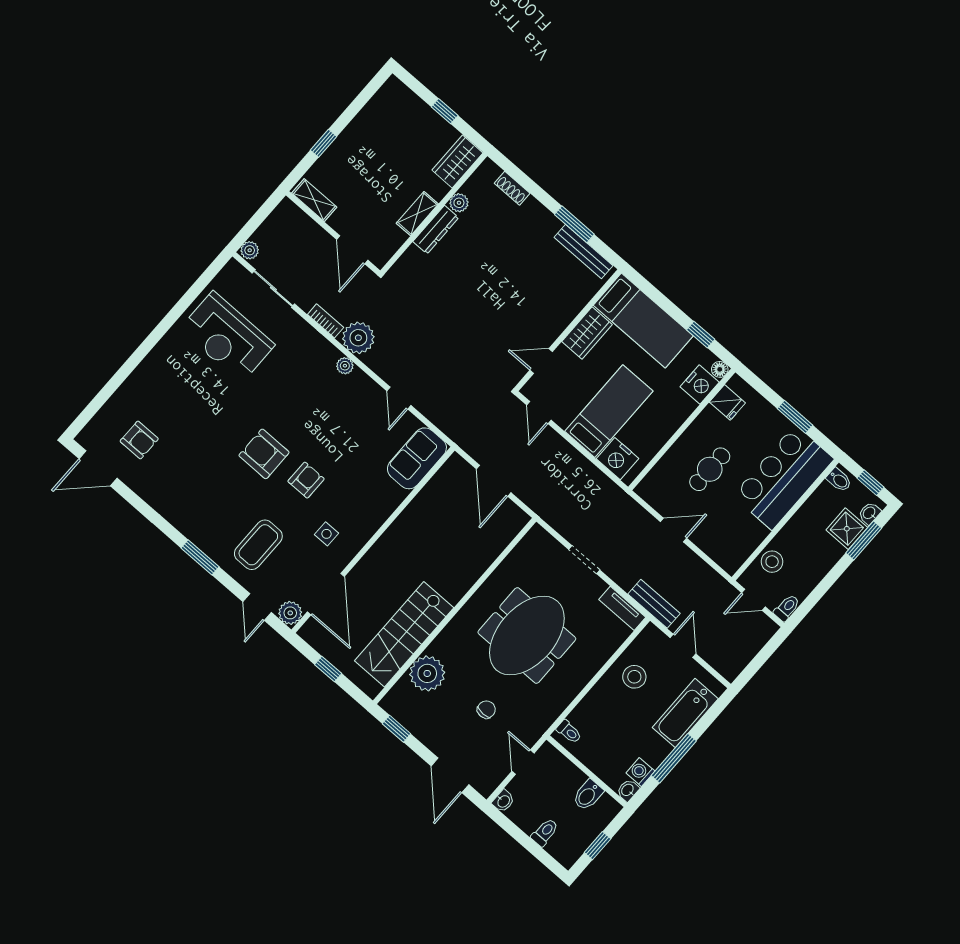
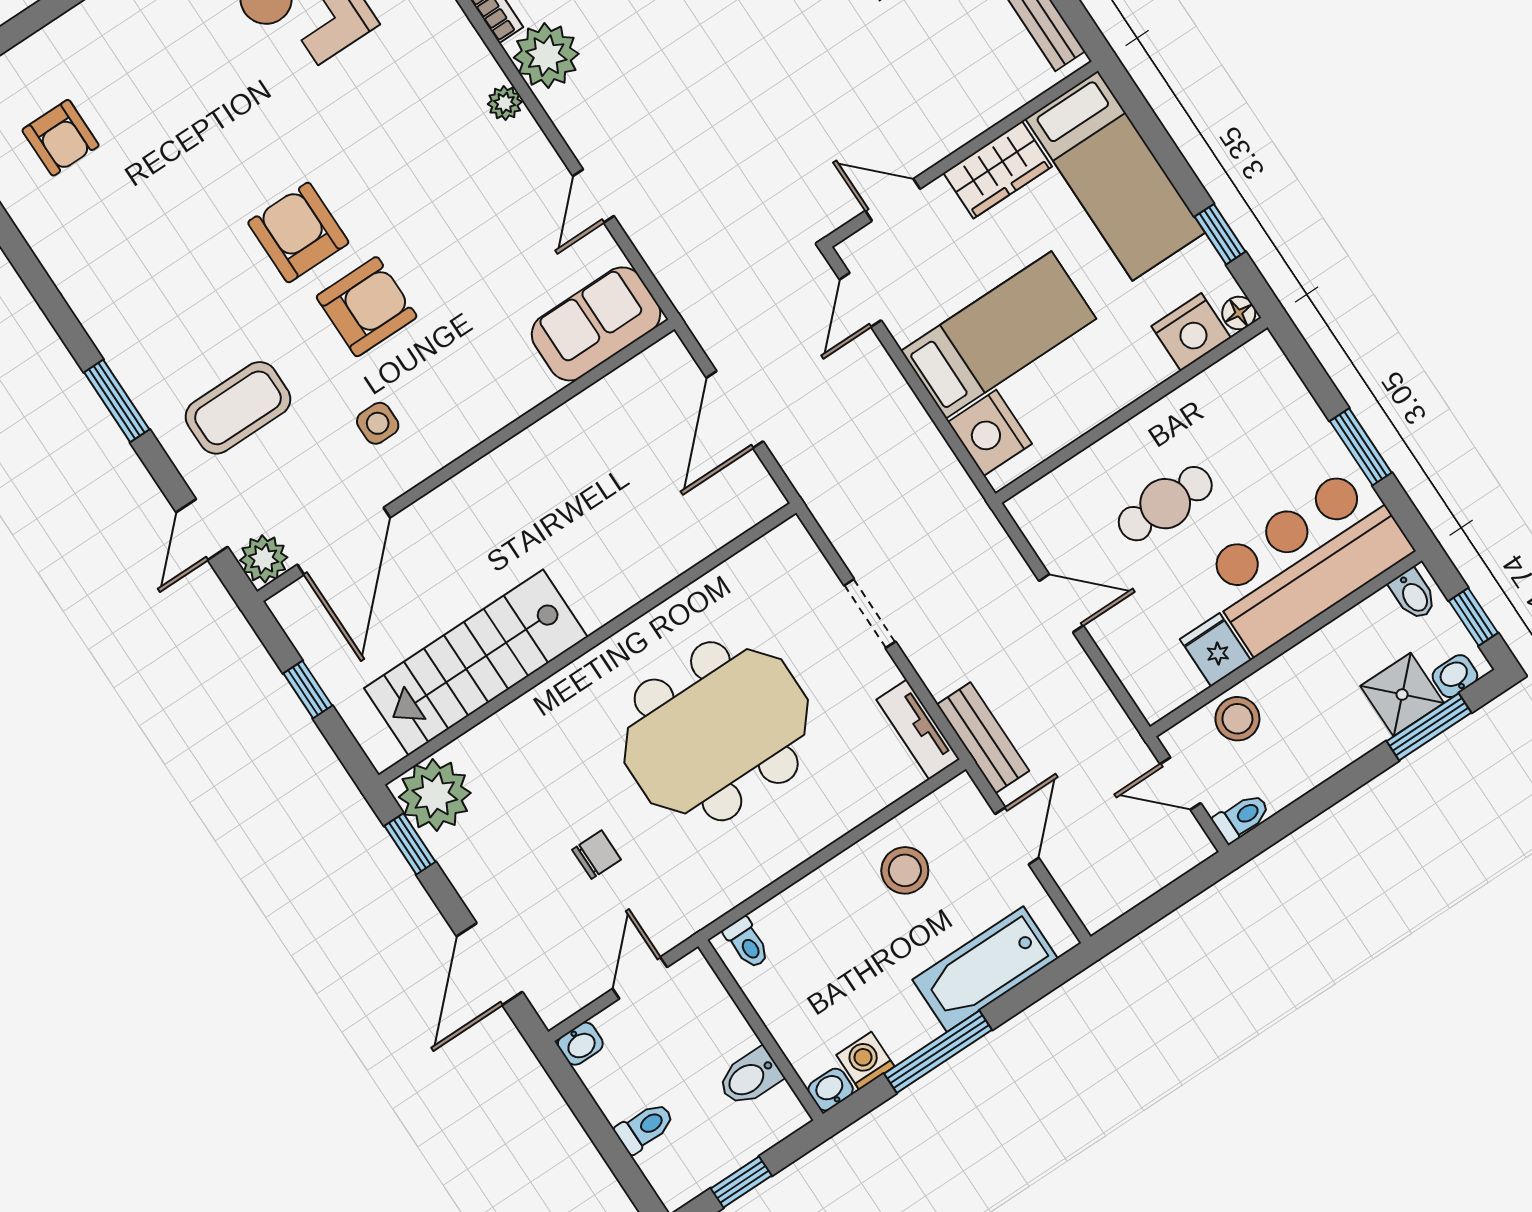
fridge: (727, 402) -> (1215, 650), moved, turned 180
armchair: (306, 480) -> (367, 307), width x1.38, depth x1.38
plant: (427, 673) -> (435, 795), moved

